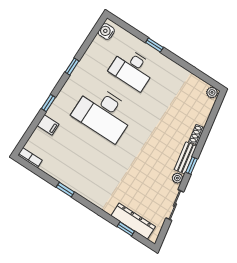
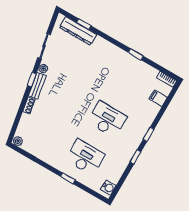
window: (48, 103) -> (149, 134), moved
desk: (104, 113) -> (107, 119), width x0.73, depth x0.77
filing cabinet: (48, 125) -> (158, 98), moved

